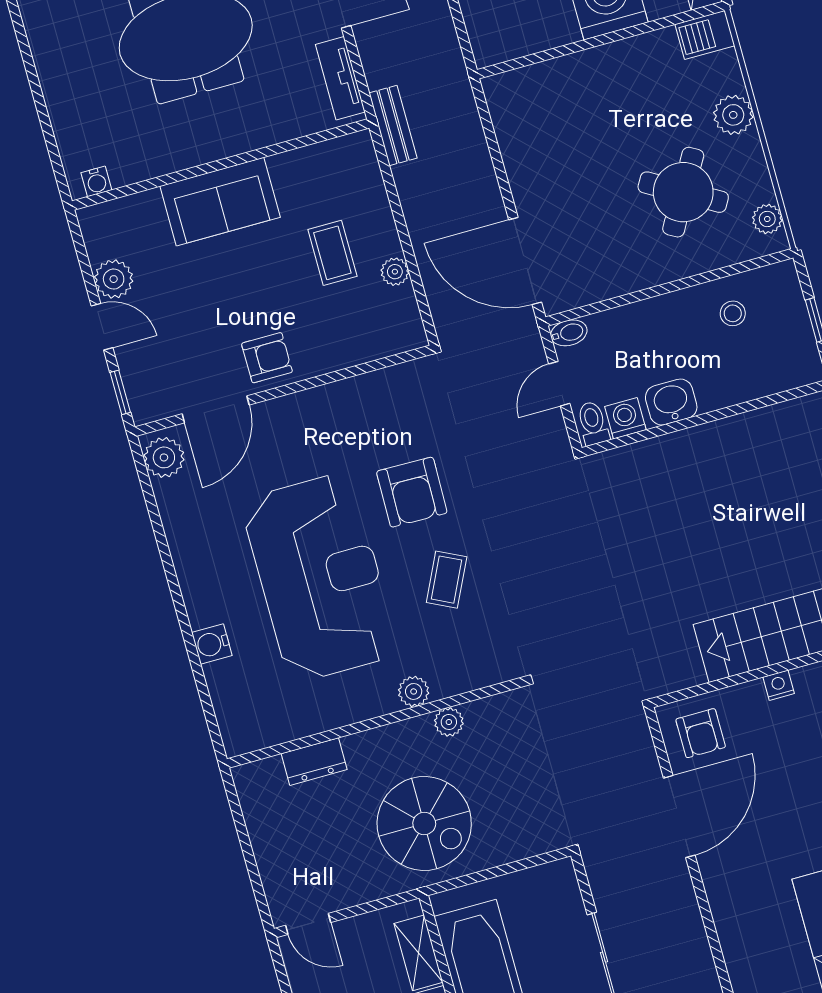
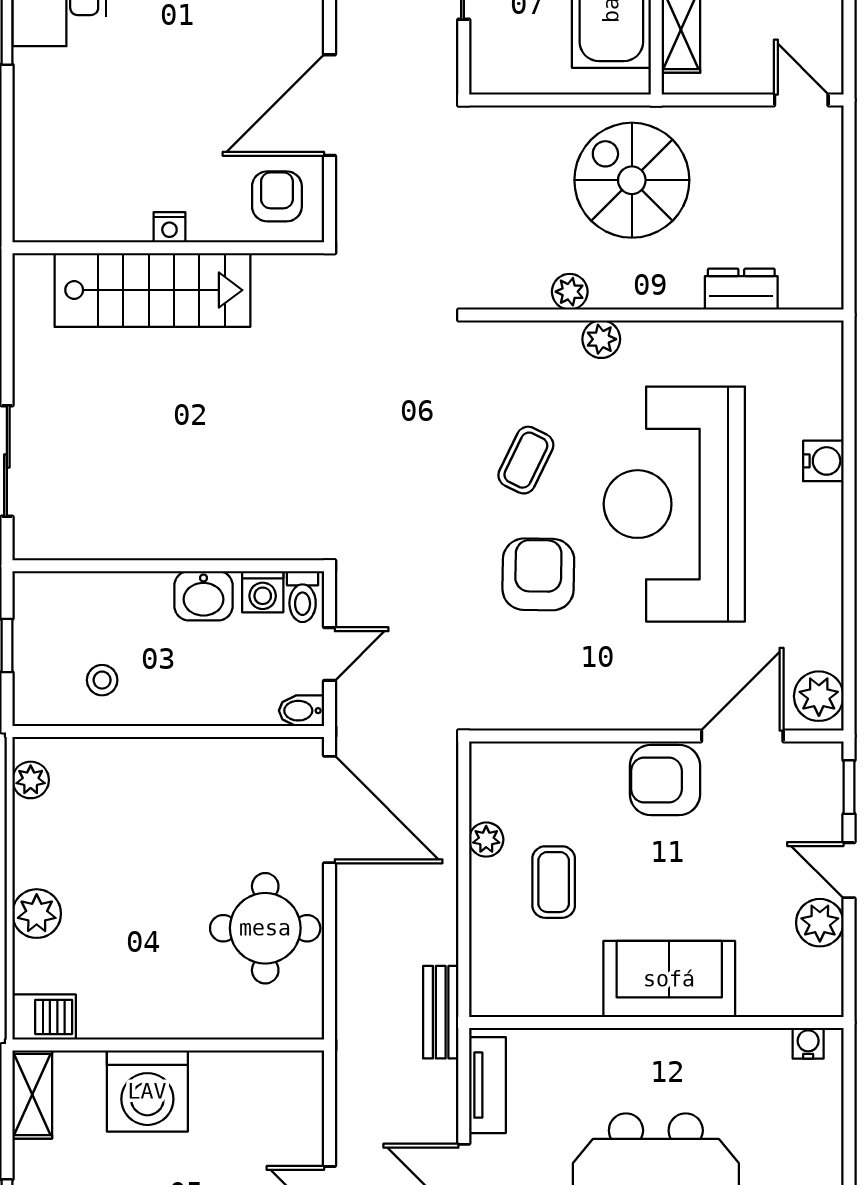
round table: (683, 192) -> (265, 928), moved, turned -30
armchair: (267, 358) -> (665, 780), width x1.38, depth x1.38

